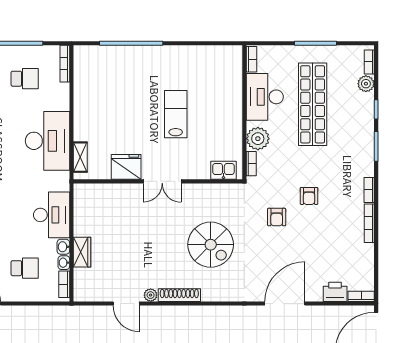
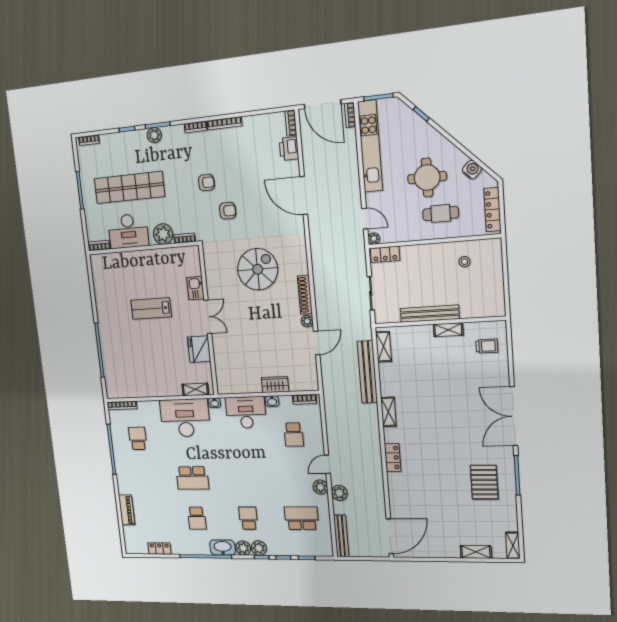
plant: (366, 84) -> (154, 135), moved
kitchen sink: (223, 170) -> (195, 288), moved
washbasin: (64, 263) -> (214, 403), moved
school desk: (25, 268) -> (294, 435), turned 180

